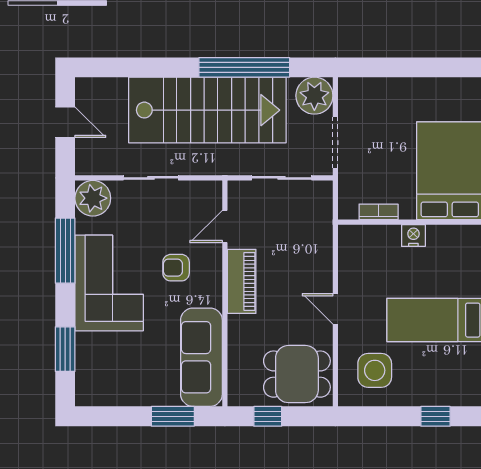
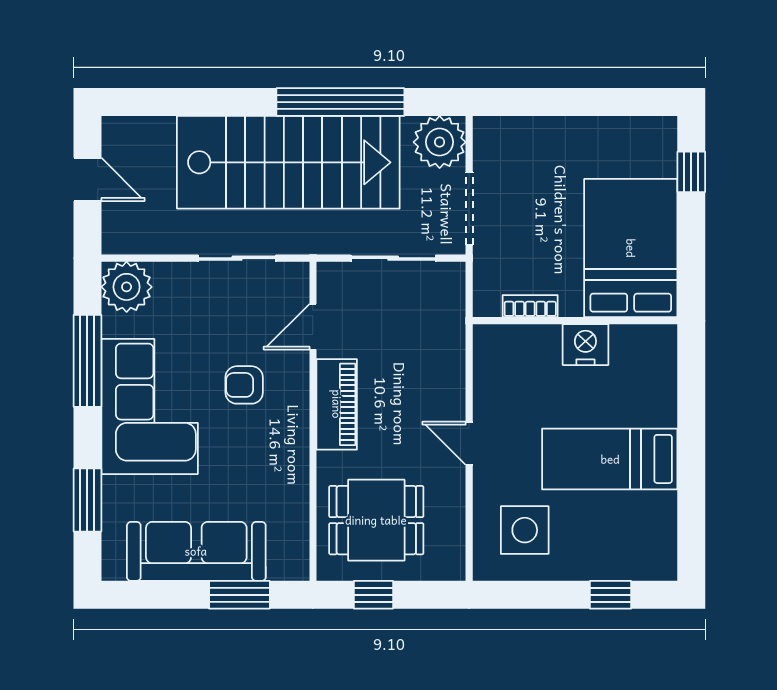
sliding door: (151, 178) -> (237, 258), moved
nightstand: (413, 236) -> (585, 345), width x1.36, depth x1.33
sofa: (201, 357) -> (196, 551), moved, turned 90
dining table: (297, 374) -> (376, 520), moved

